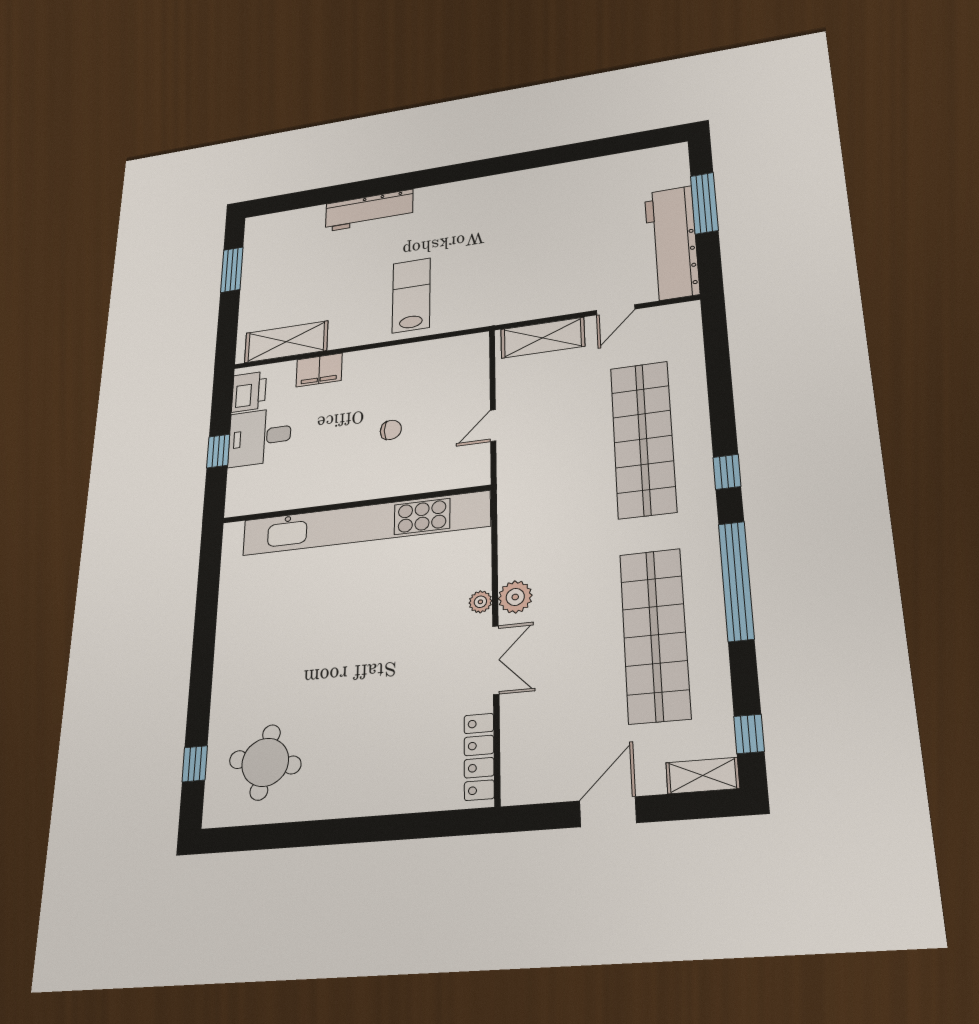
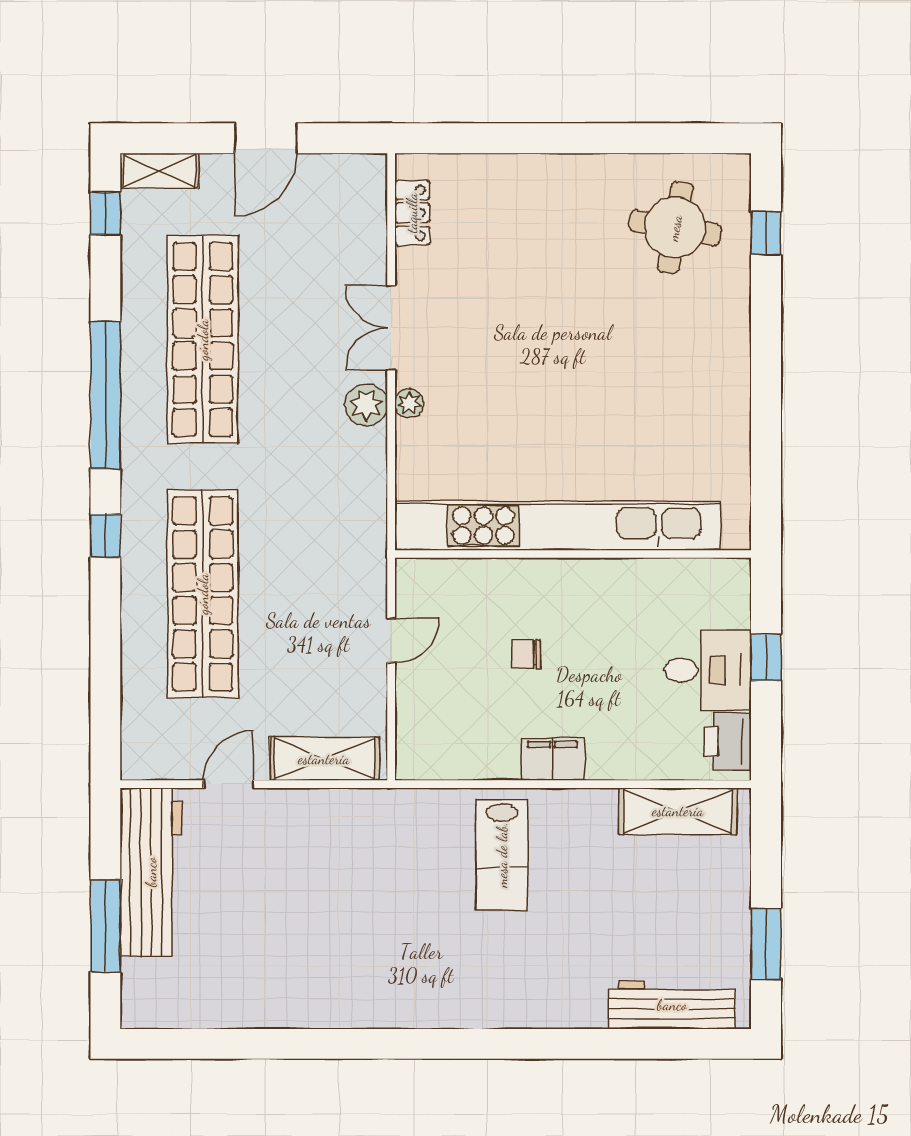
workbench: (369, 211) -> (672, 1005), moved
filing cabinet: (319, 370) -> (552, 759), moved
locker: (479, 757) -> (412, 213), width x0.66

